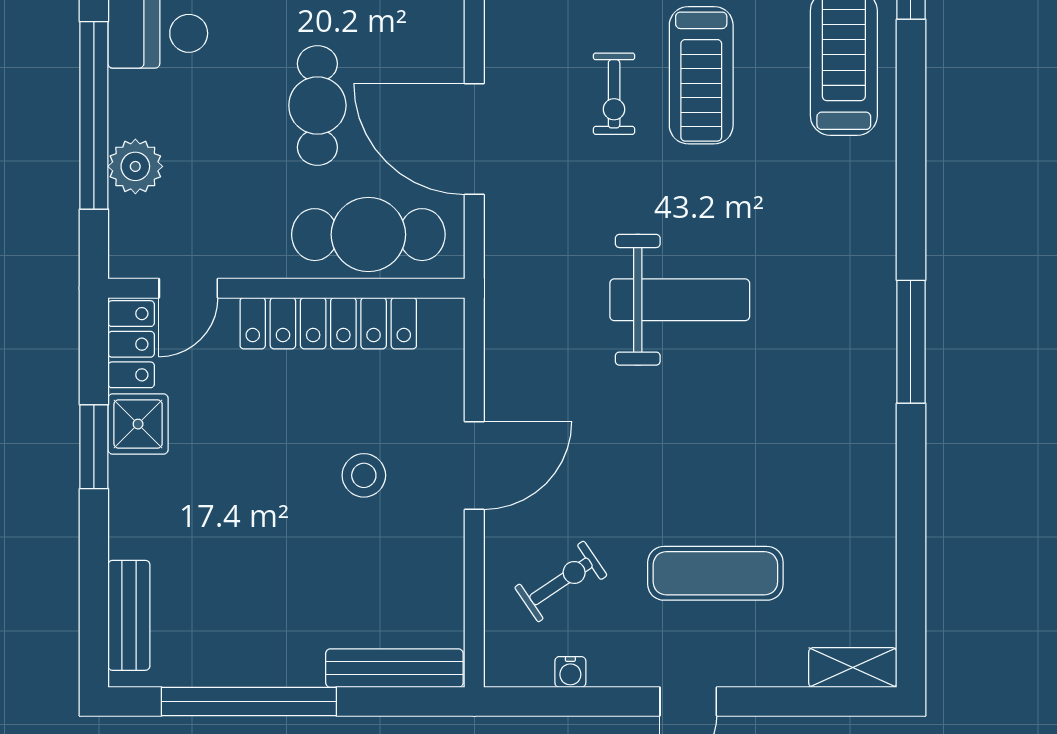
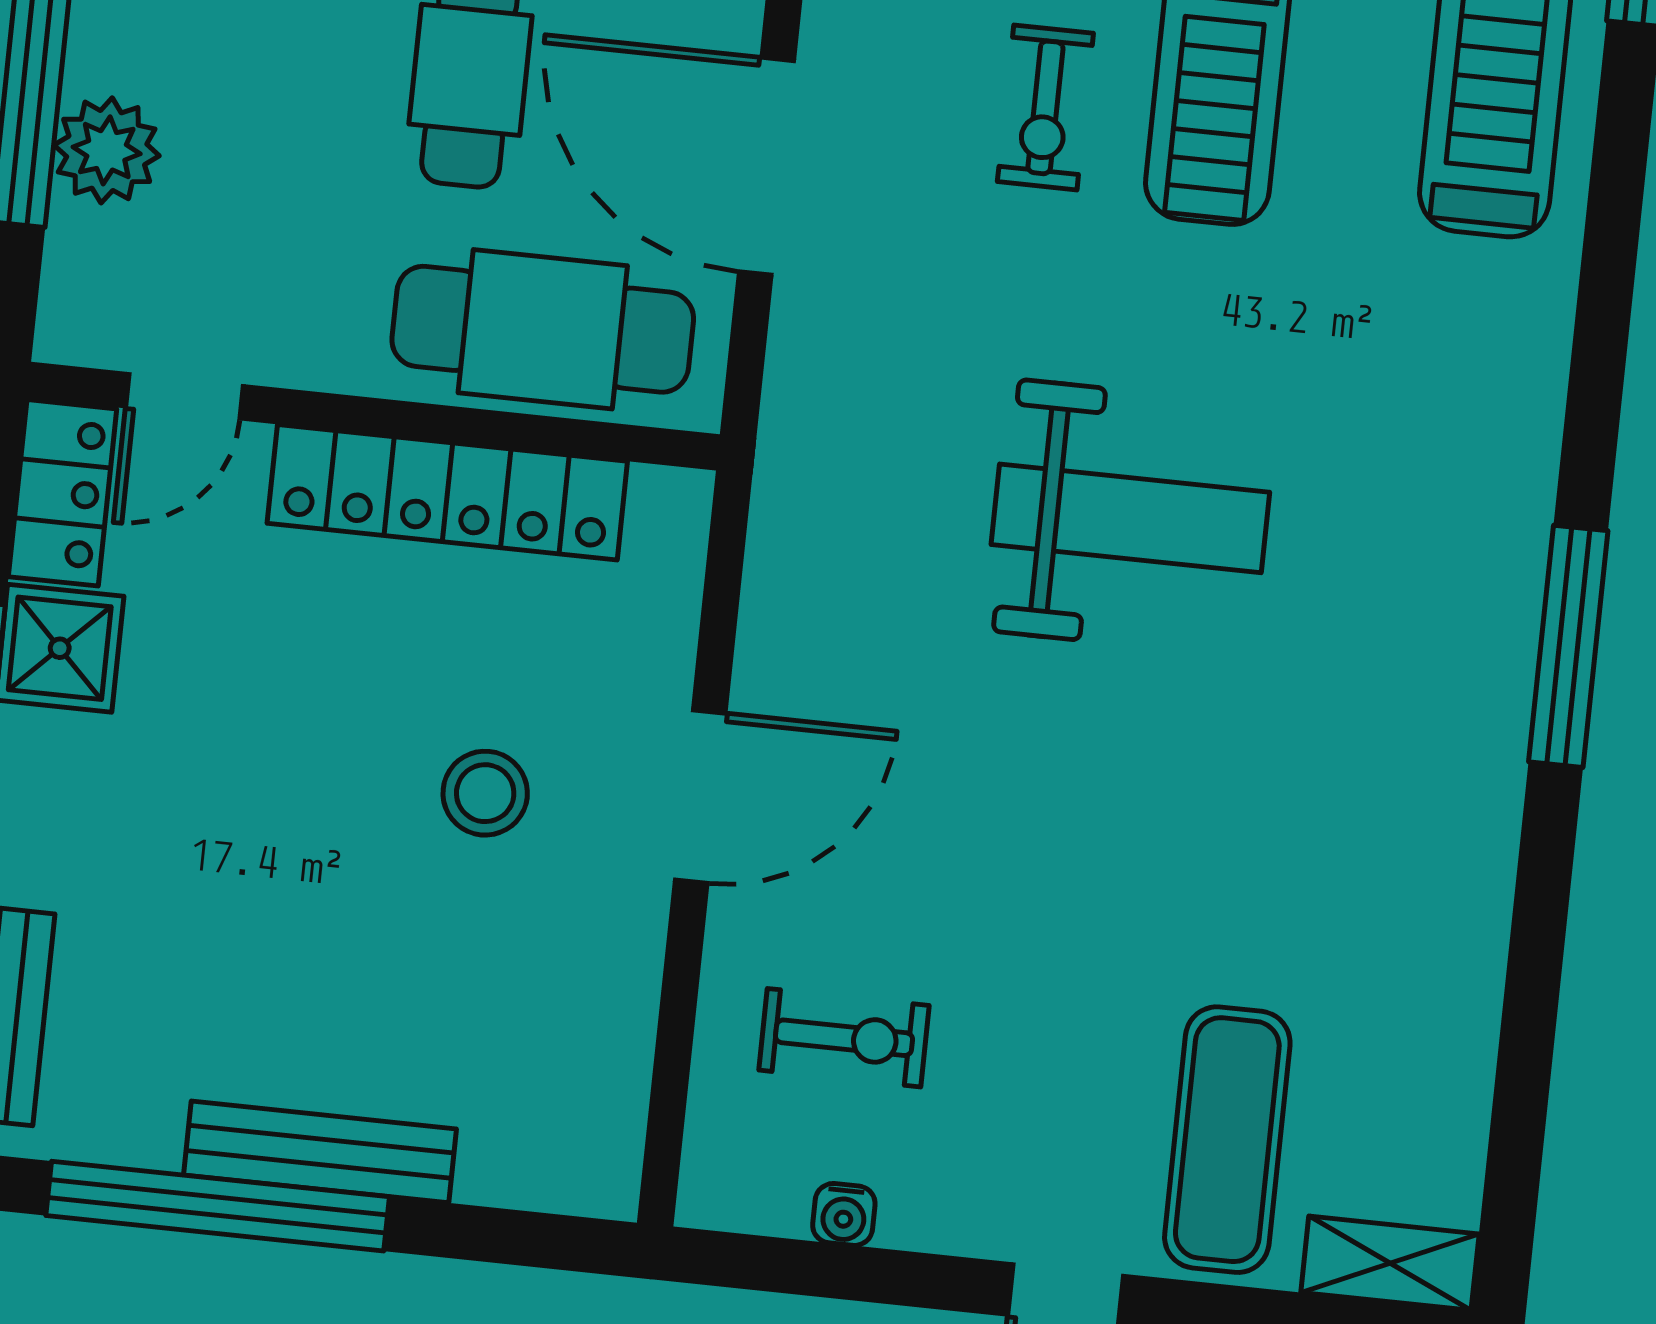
exercise mat: (715, 573) -> (1227, 1140), moved, turned 90
exercise bike: (561, 581) -> (844, 1038), turned 34
bench: (394, 668) -> (320, 1152), moved

